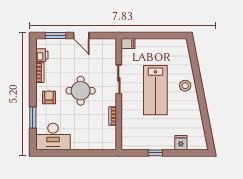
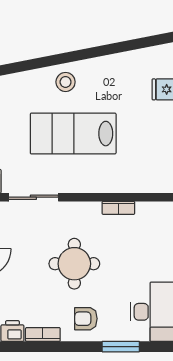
sliding door: (119, 79) -> (33, 197), moved
lab bench: (155, 90) -> (73, 134), turned 180

